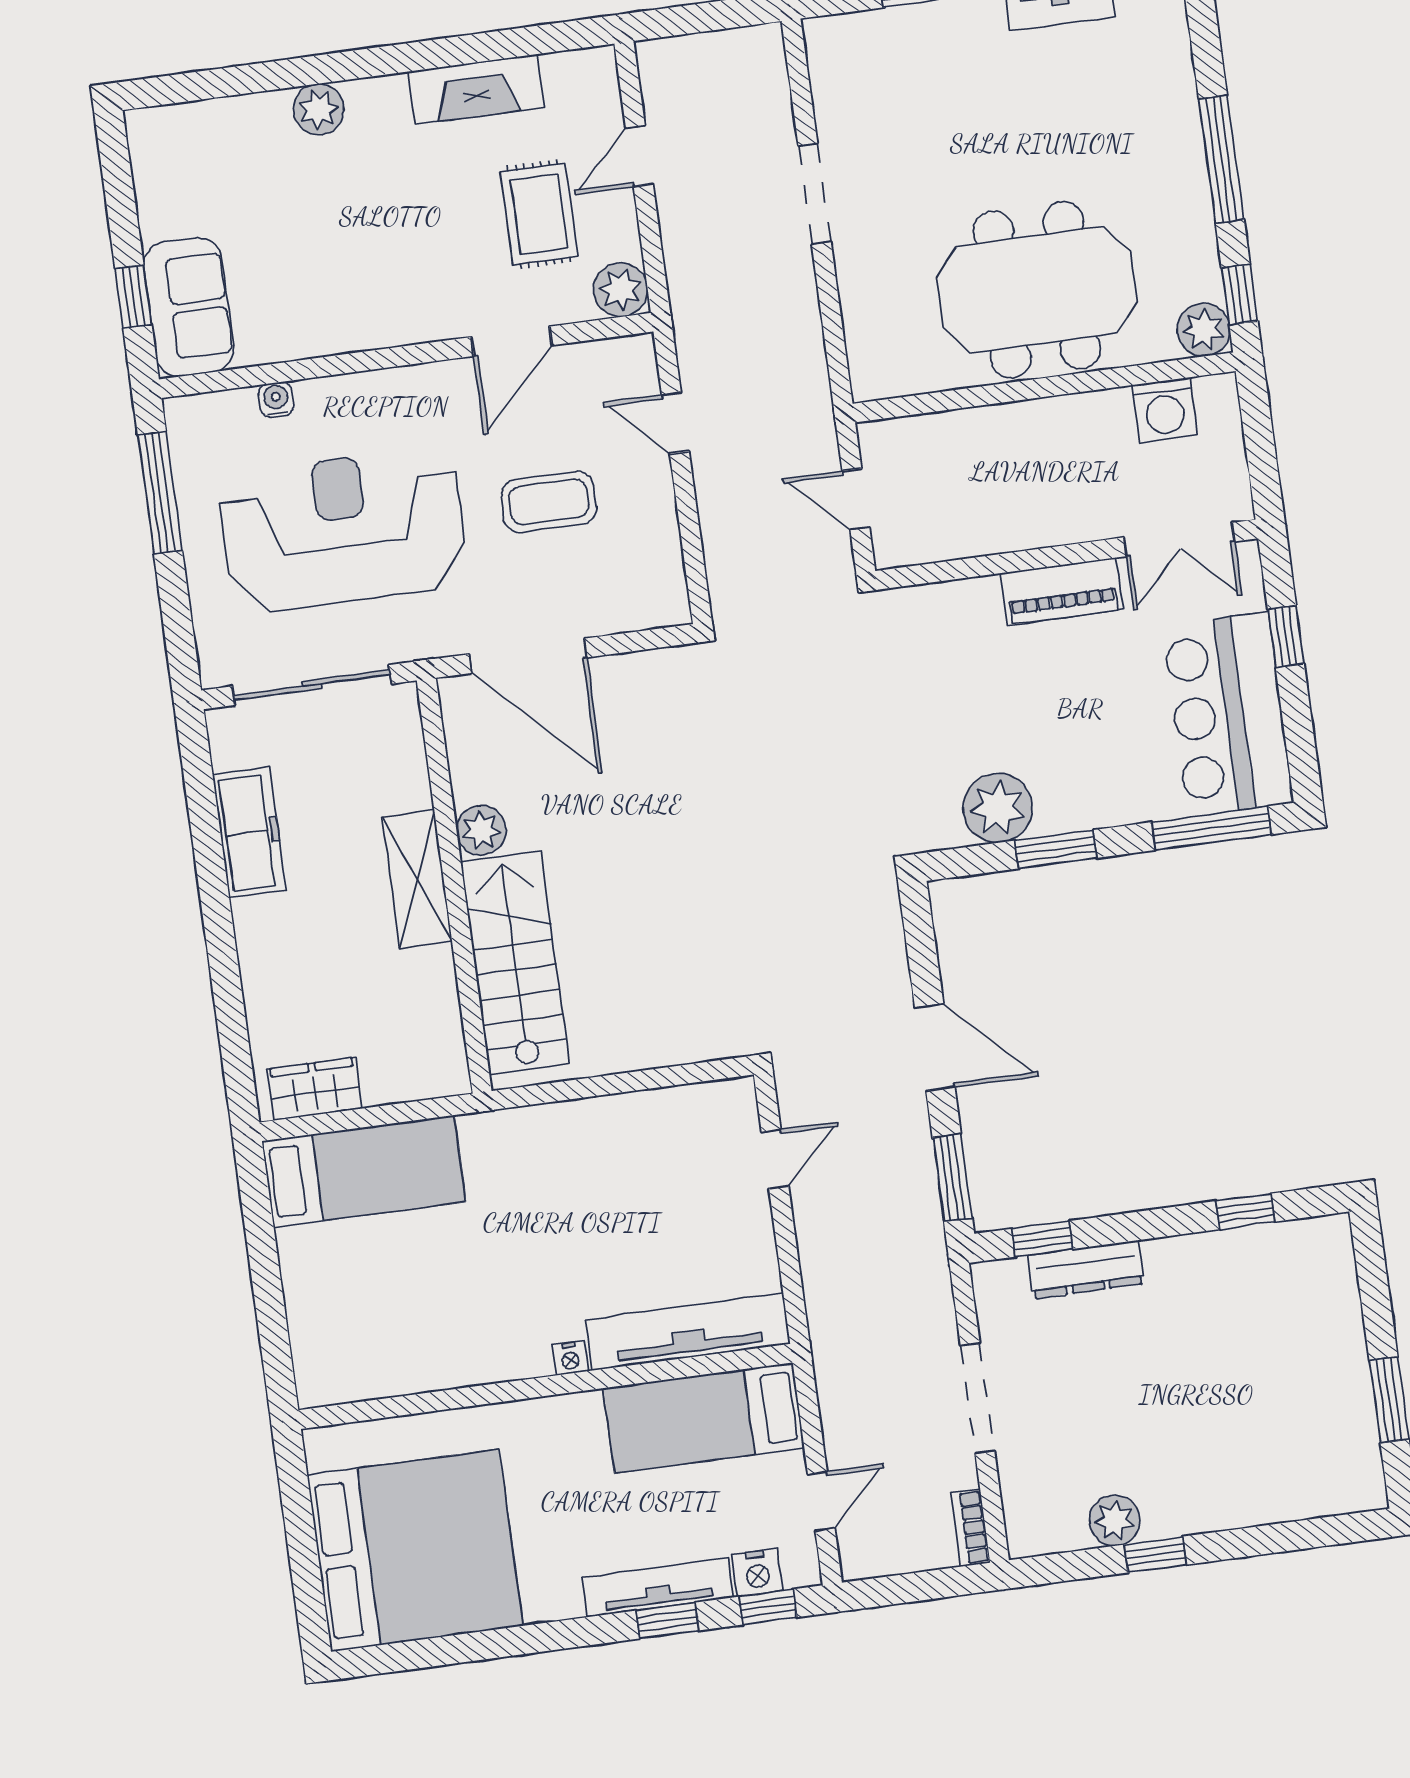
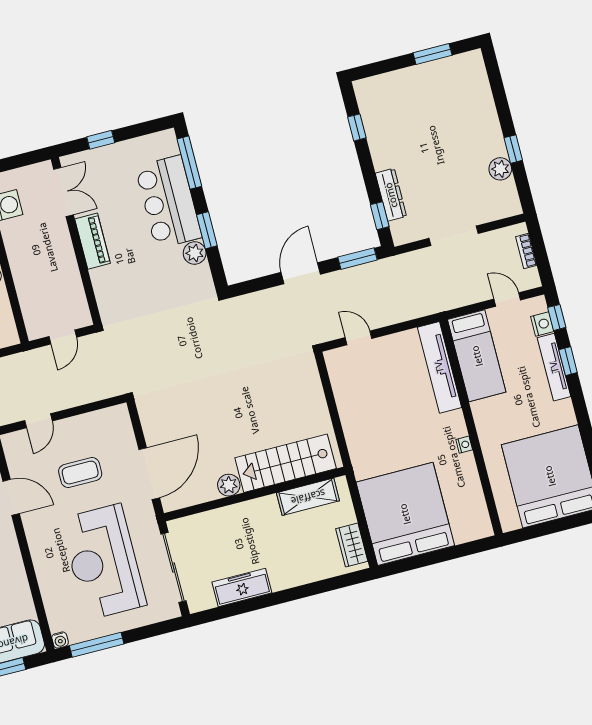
water cooler: (276, 400) -> (60, 640), moved, turned -90
coffee table: (549, 502) -> (80, 473), turned 90
bar counter: (1228, 714) -> (168, 202), moved, turned 90
plant: (998, 808) -> (195, 253), width x0.73, depth x0.73
shelving: (417, 879) -> (308, 497), moved
bed: (364, 1171) -> (405, 514), width x2.04
nightstand: (570, 1358) -> (464, 445), moved
bookcase: (970, 1528) -> (526, 251), moved, turned 90

